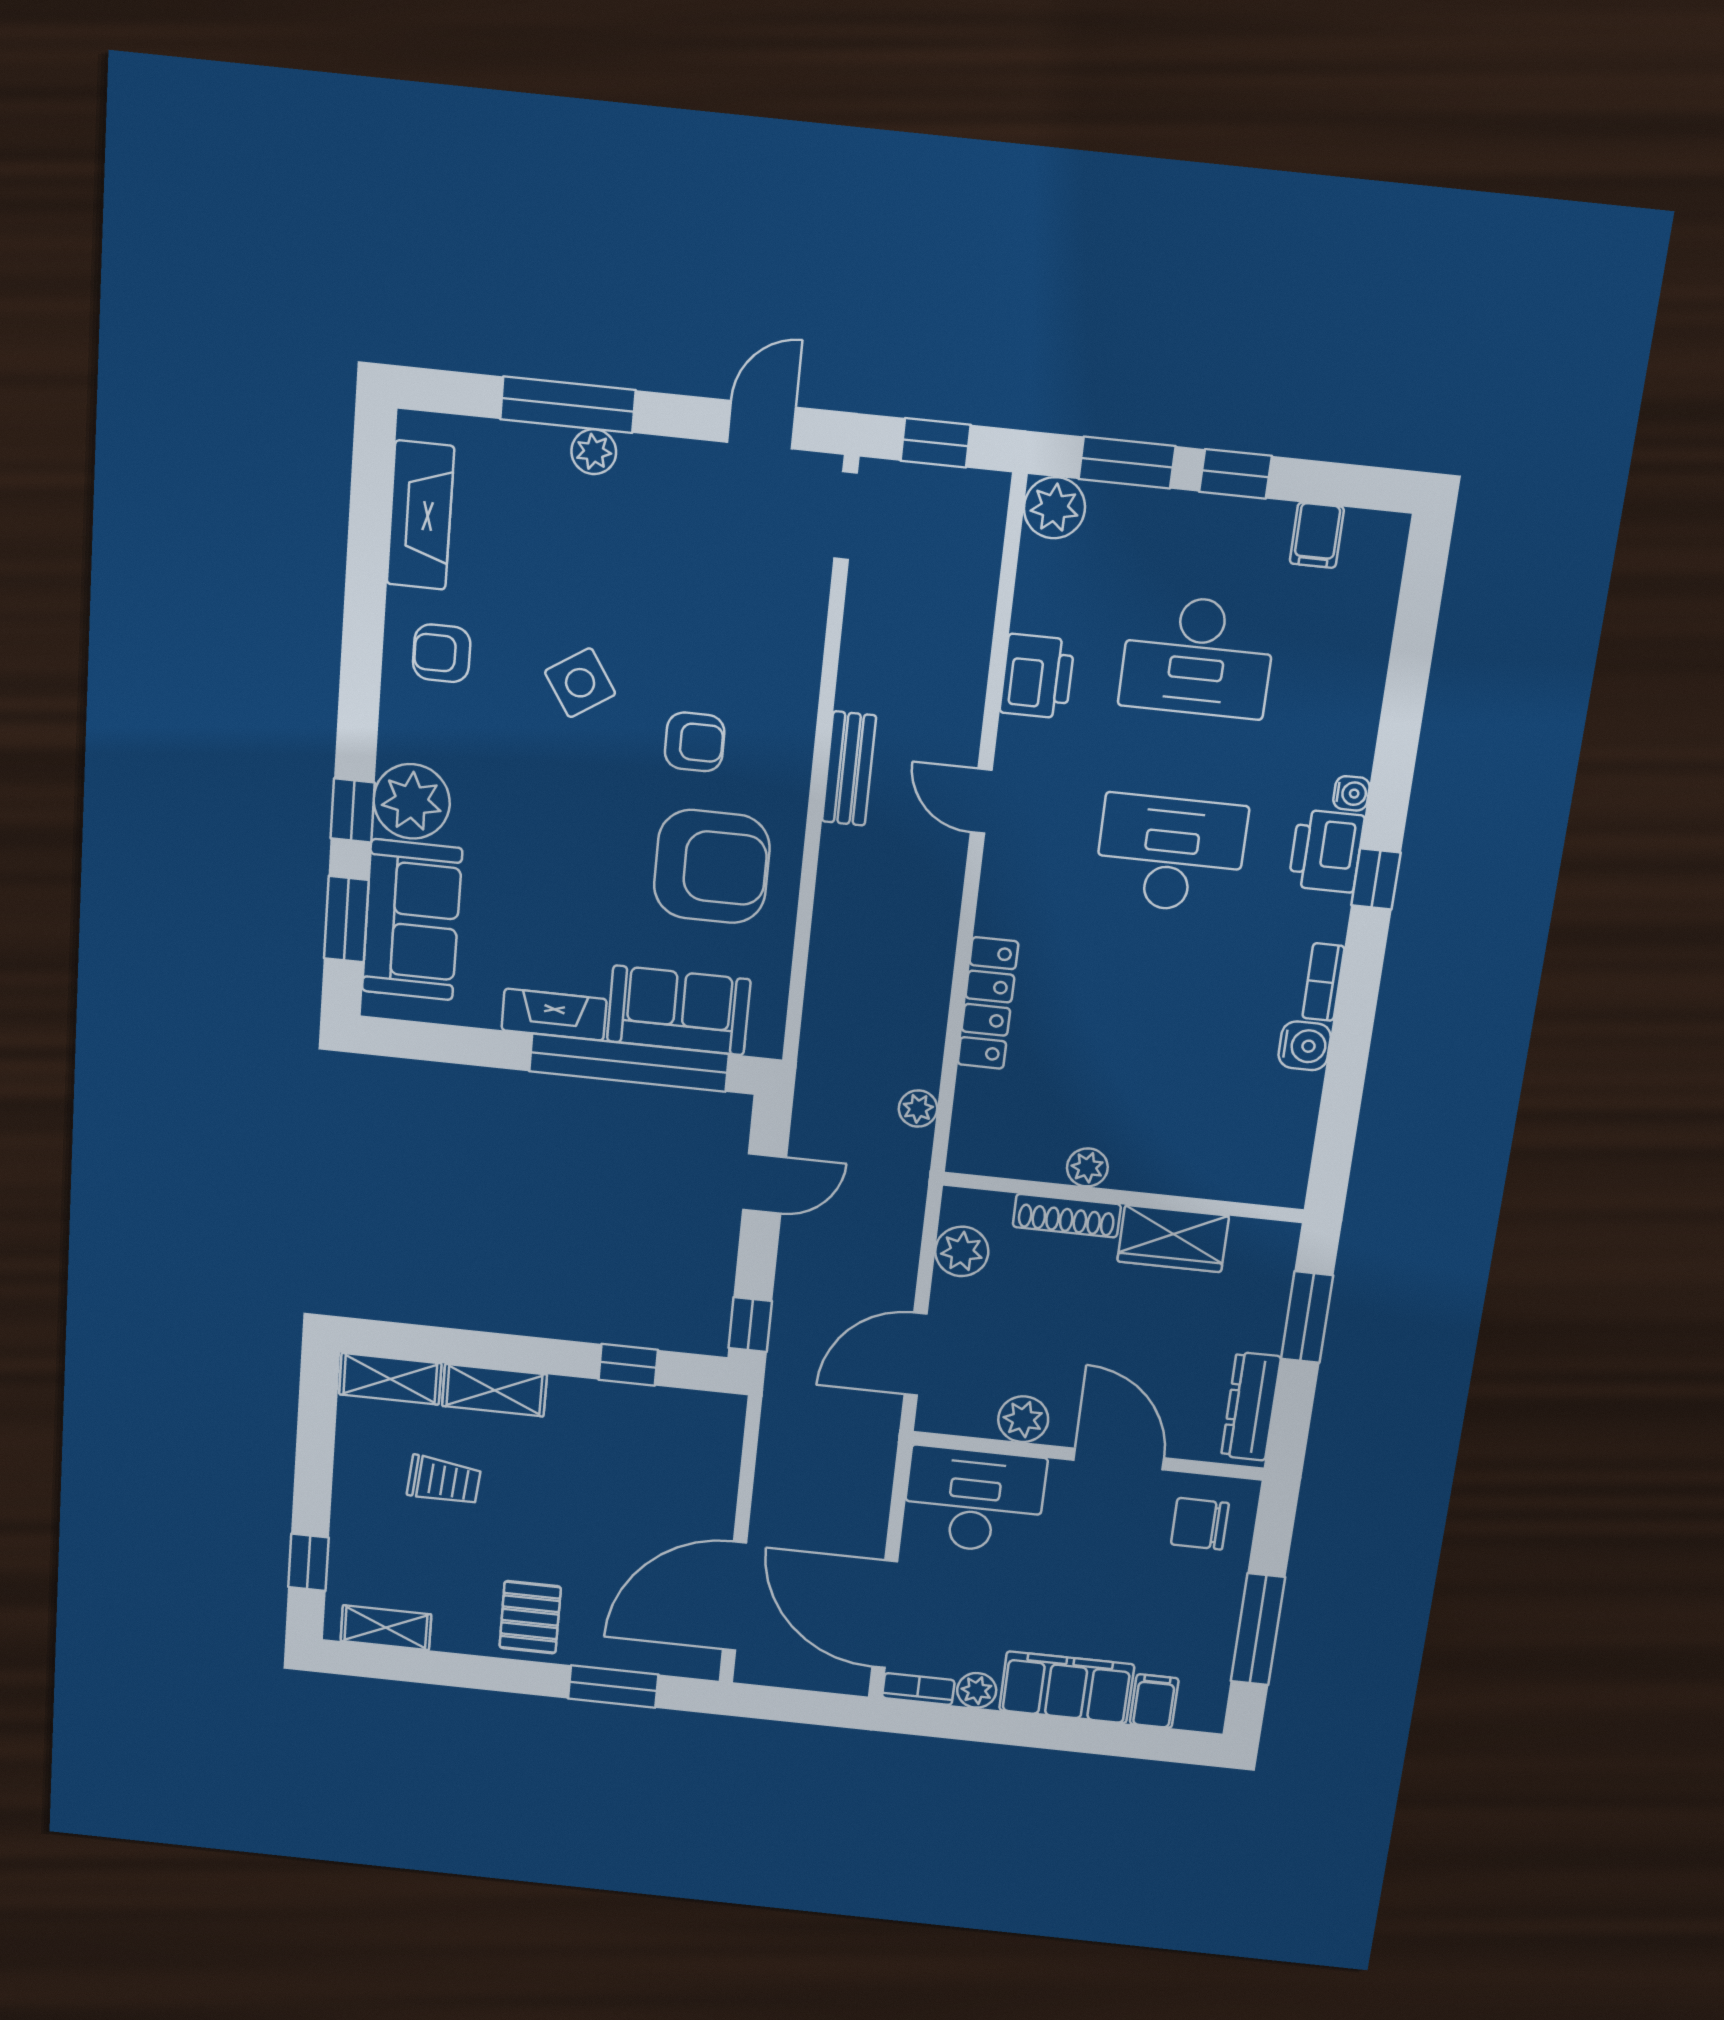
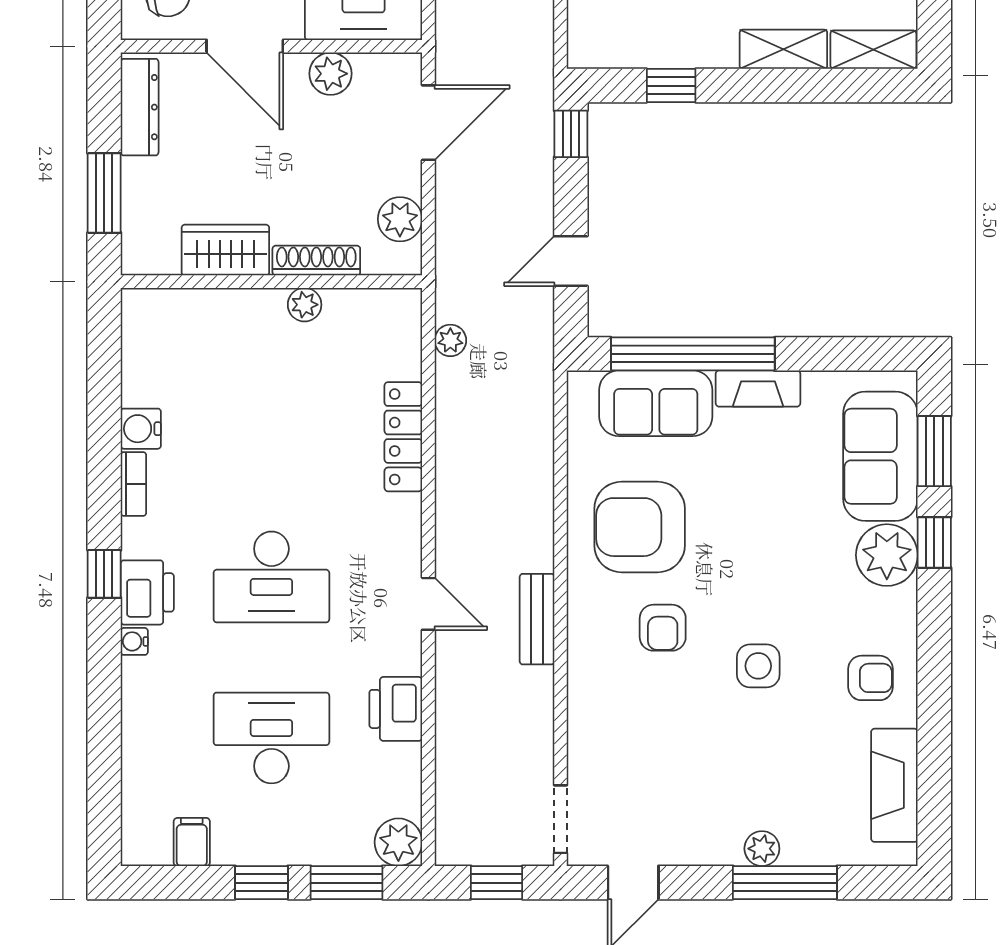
side table: (580, 683) -> (758, 666), turned 33
armchair: (695, 742) -> (663, 628), turned -90

